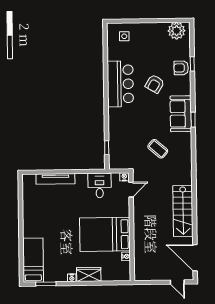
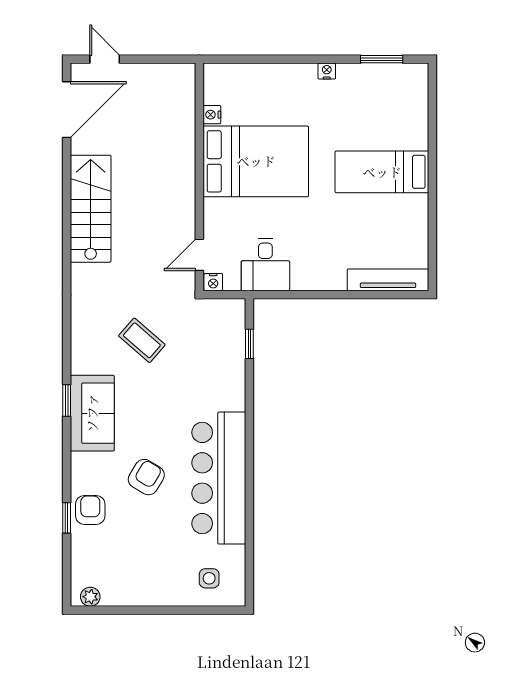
plant: (177, 31) -> (90, 597), width x0.53, depth x0.53
armchair: (181, 68) -> (90, 510), turned -90
bar counter: (120, 84) -> (219, 478), width x1.36
tv unit: (55, 179) -> (388, 280), moved
door: (195, 258) -> (67, 110), hinge flipped
bed: (33, 260) -> (382, 172), moved, turned 90
wardrobe: (89, 275) -> (291, 77), removed

